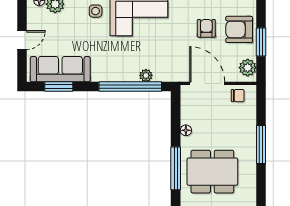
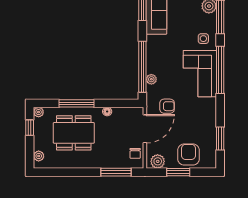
armchair: (206, 28) -> (167, 106), moved
window: (261, 144) -> (116, 172), moved
dining table: (212, 172) -> (74, 133), turned 90

